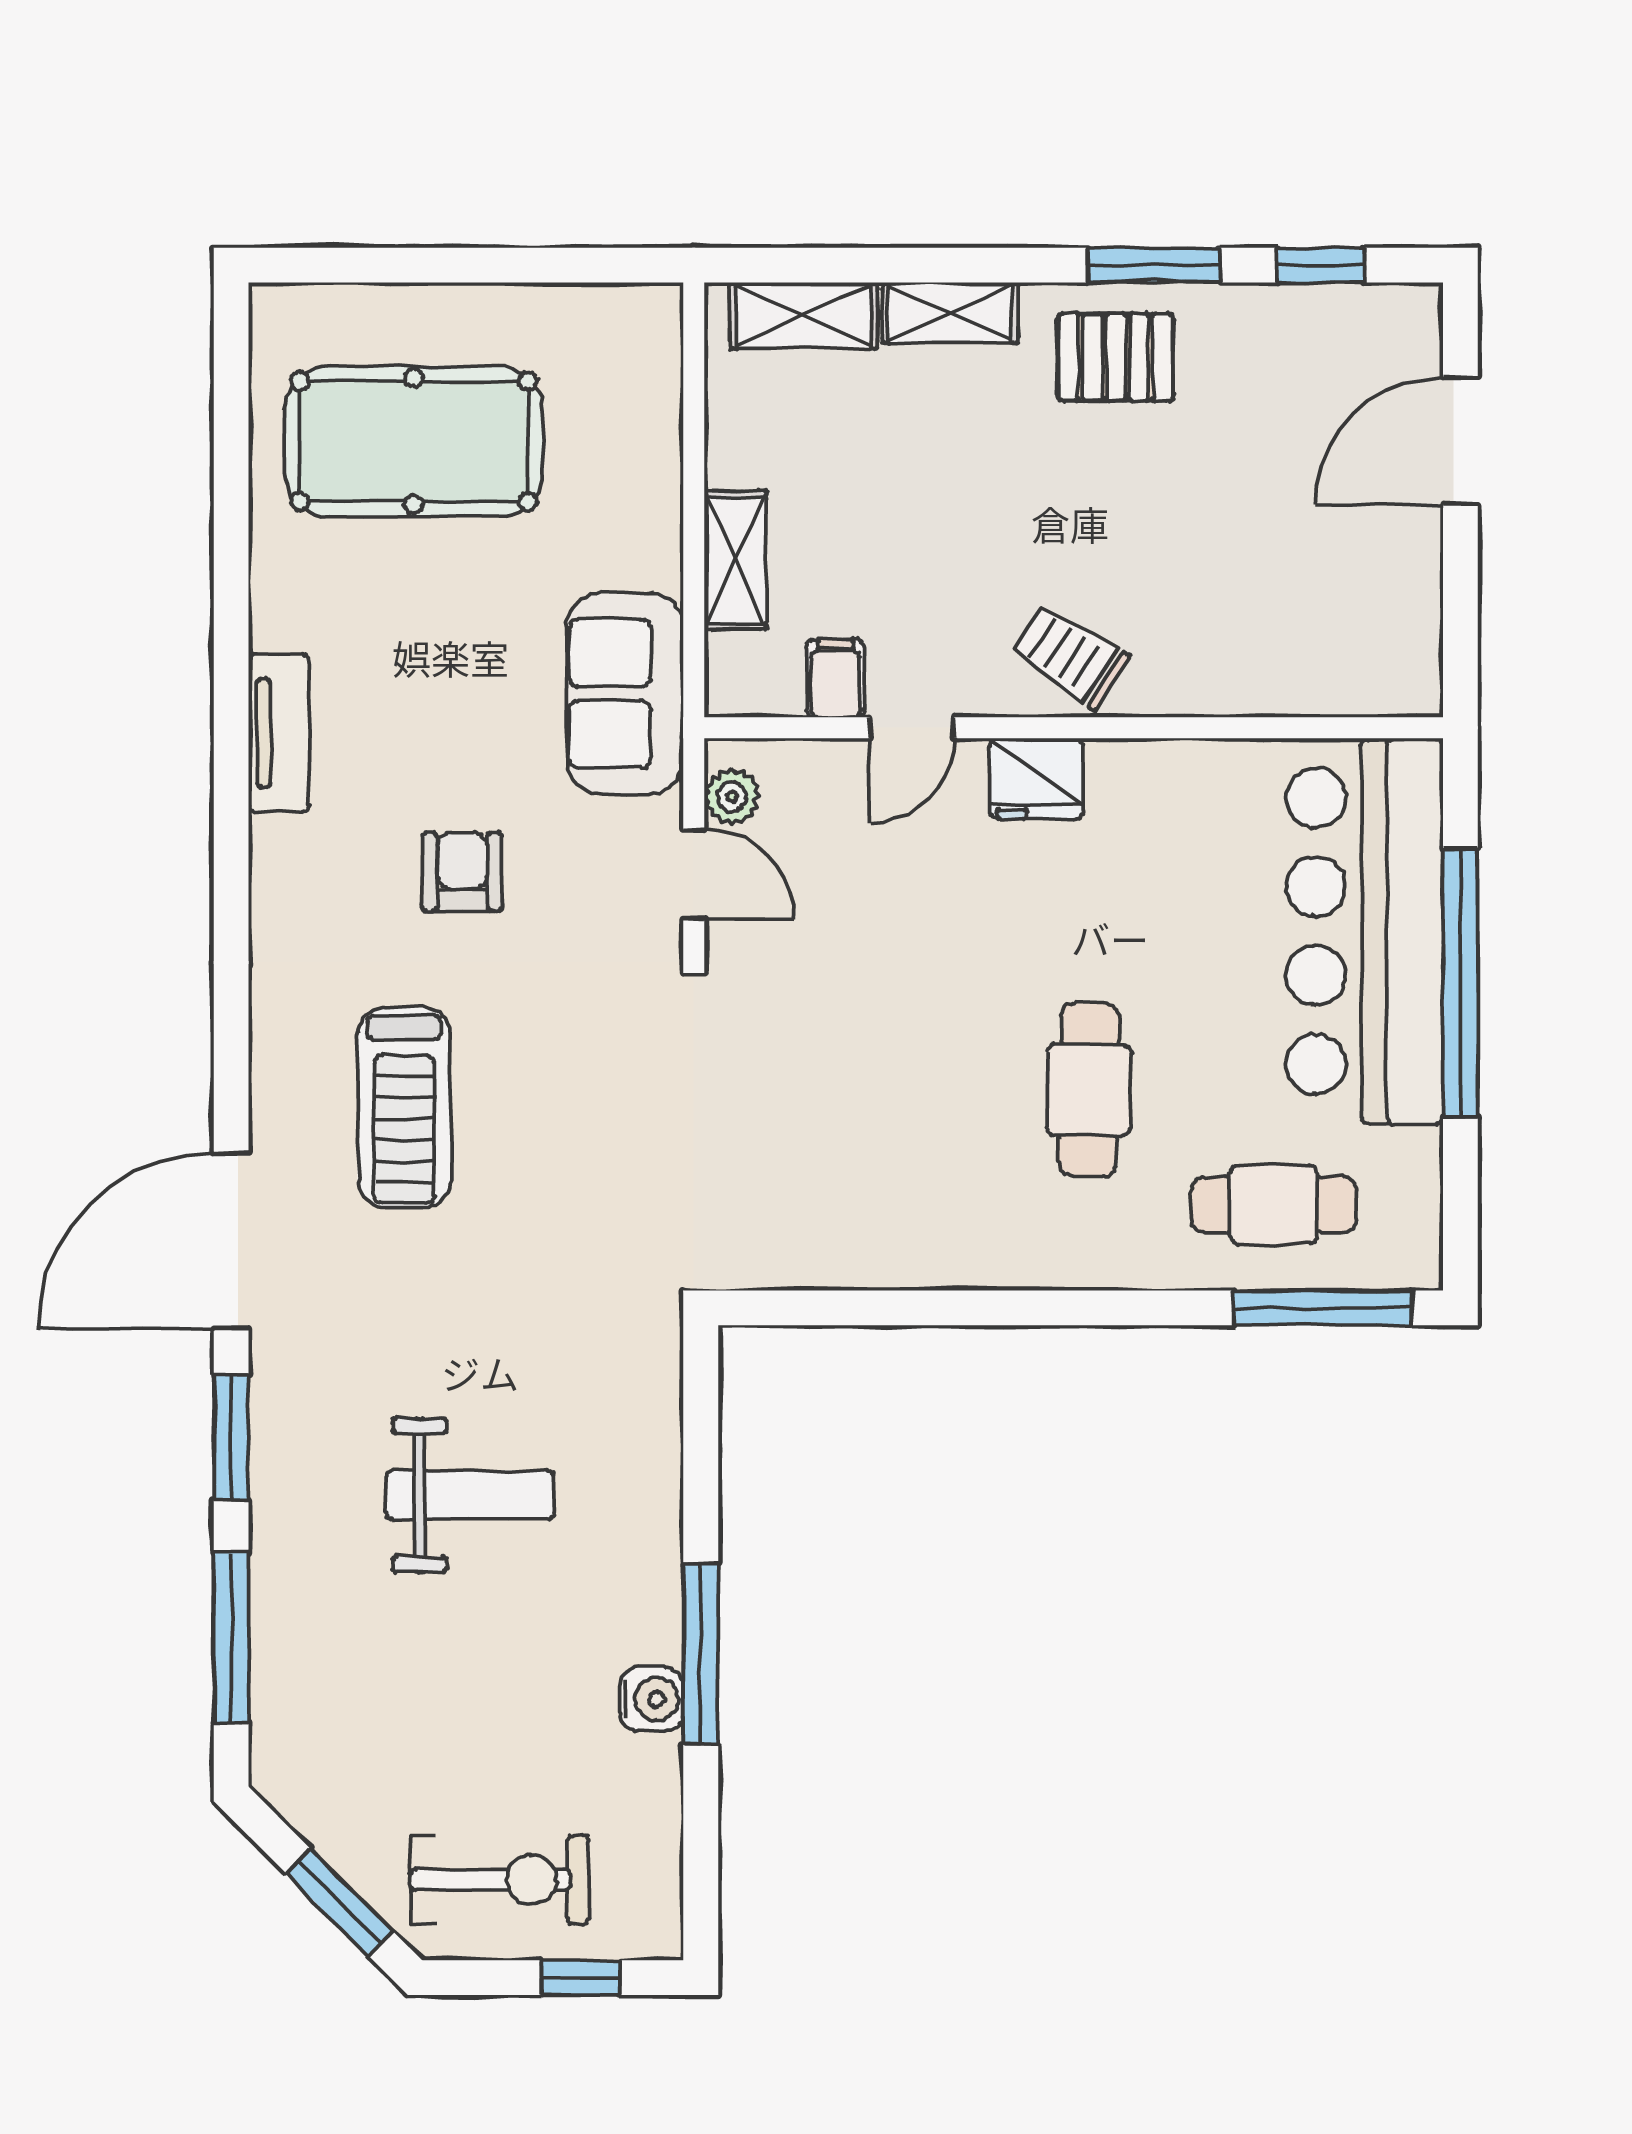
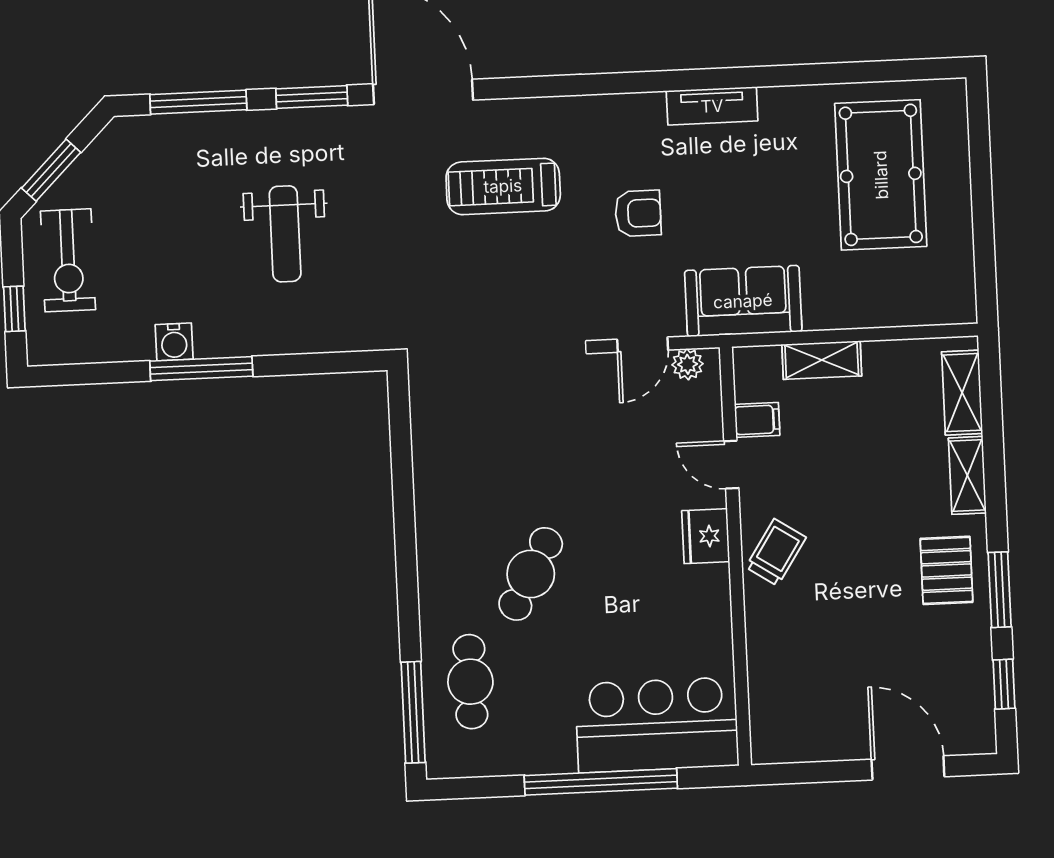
bar counter: (1364, 931) -> (657, 725), width x0.73
cafe table: (1089, 1090) -> (531, 574), turned -62

